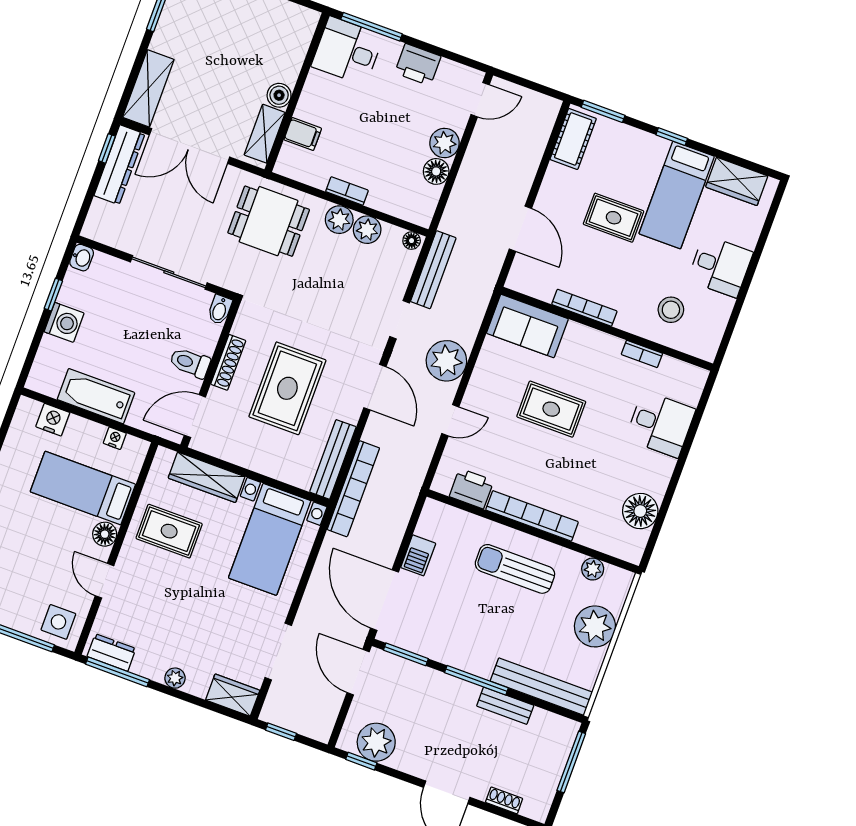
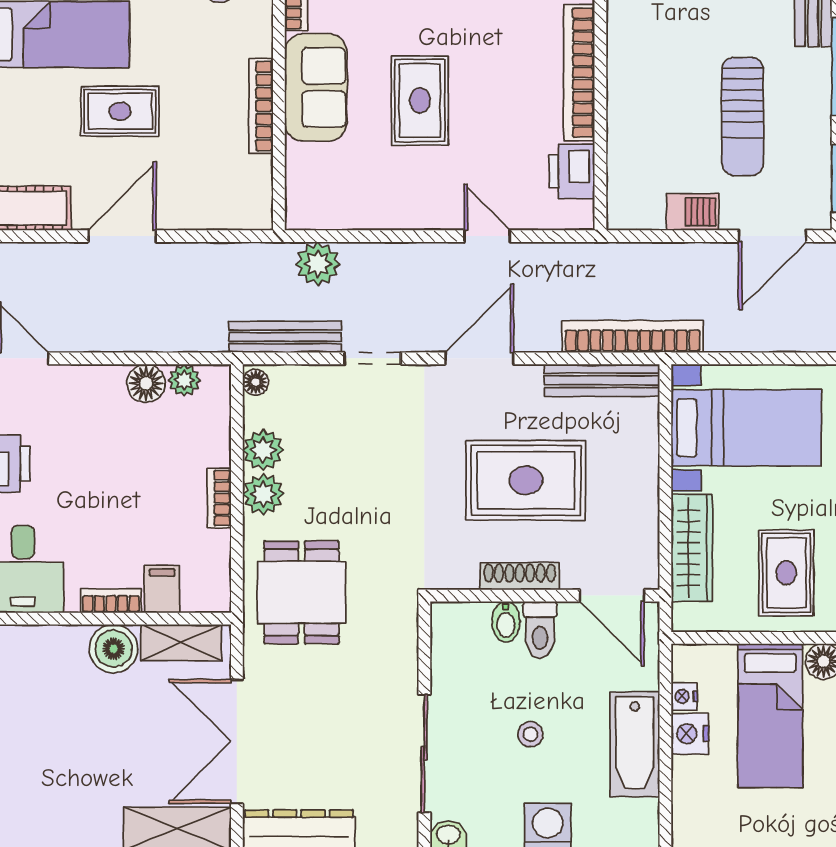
boiler: (279, 95) -> (113, 649), width x1.36, depth x1.36
bookcase: (307, 99) -> (111, 601), added
plant: (445, 143) -> (184, 380), moved, width x0.73, depth x0.73
double door: (190, 146) -> (237, 741), swing flipped
rug: (614, 218) -> (120, 111), turned 90
door: (520, 229) -> (122, 236), moved
sliding door: (169, 272) -> (424, 754), moved
bidet: (220, 310) -> (506, 622), moved, turned 90
sofa: (527, 326) -> (316, 87), moved
stool: (126, 333) -> (530, 734), added
plant: (446, 361) -> (318, 264), moved, width x0.73, depth x0.73
nightstand: (53, 420) -> (690, 734), moved
sun lounger: (515, 569) -> (743, 116), moved
door: (384, 600) -> (772, 236), width x0.73

